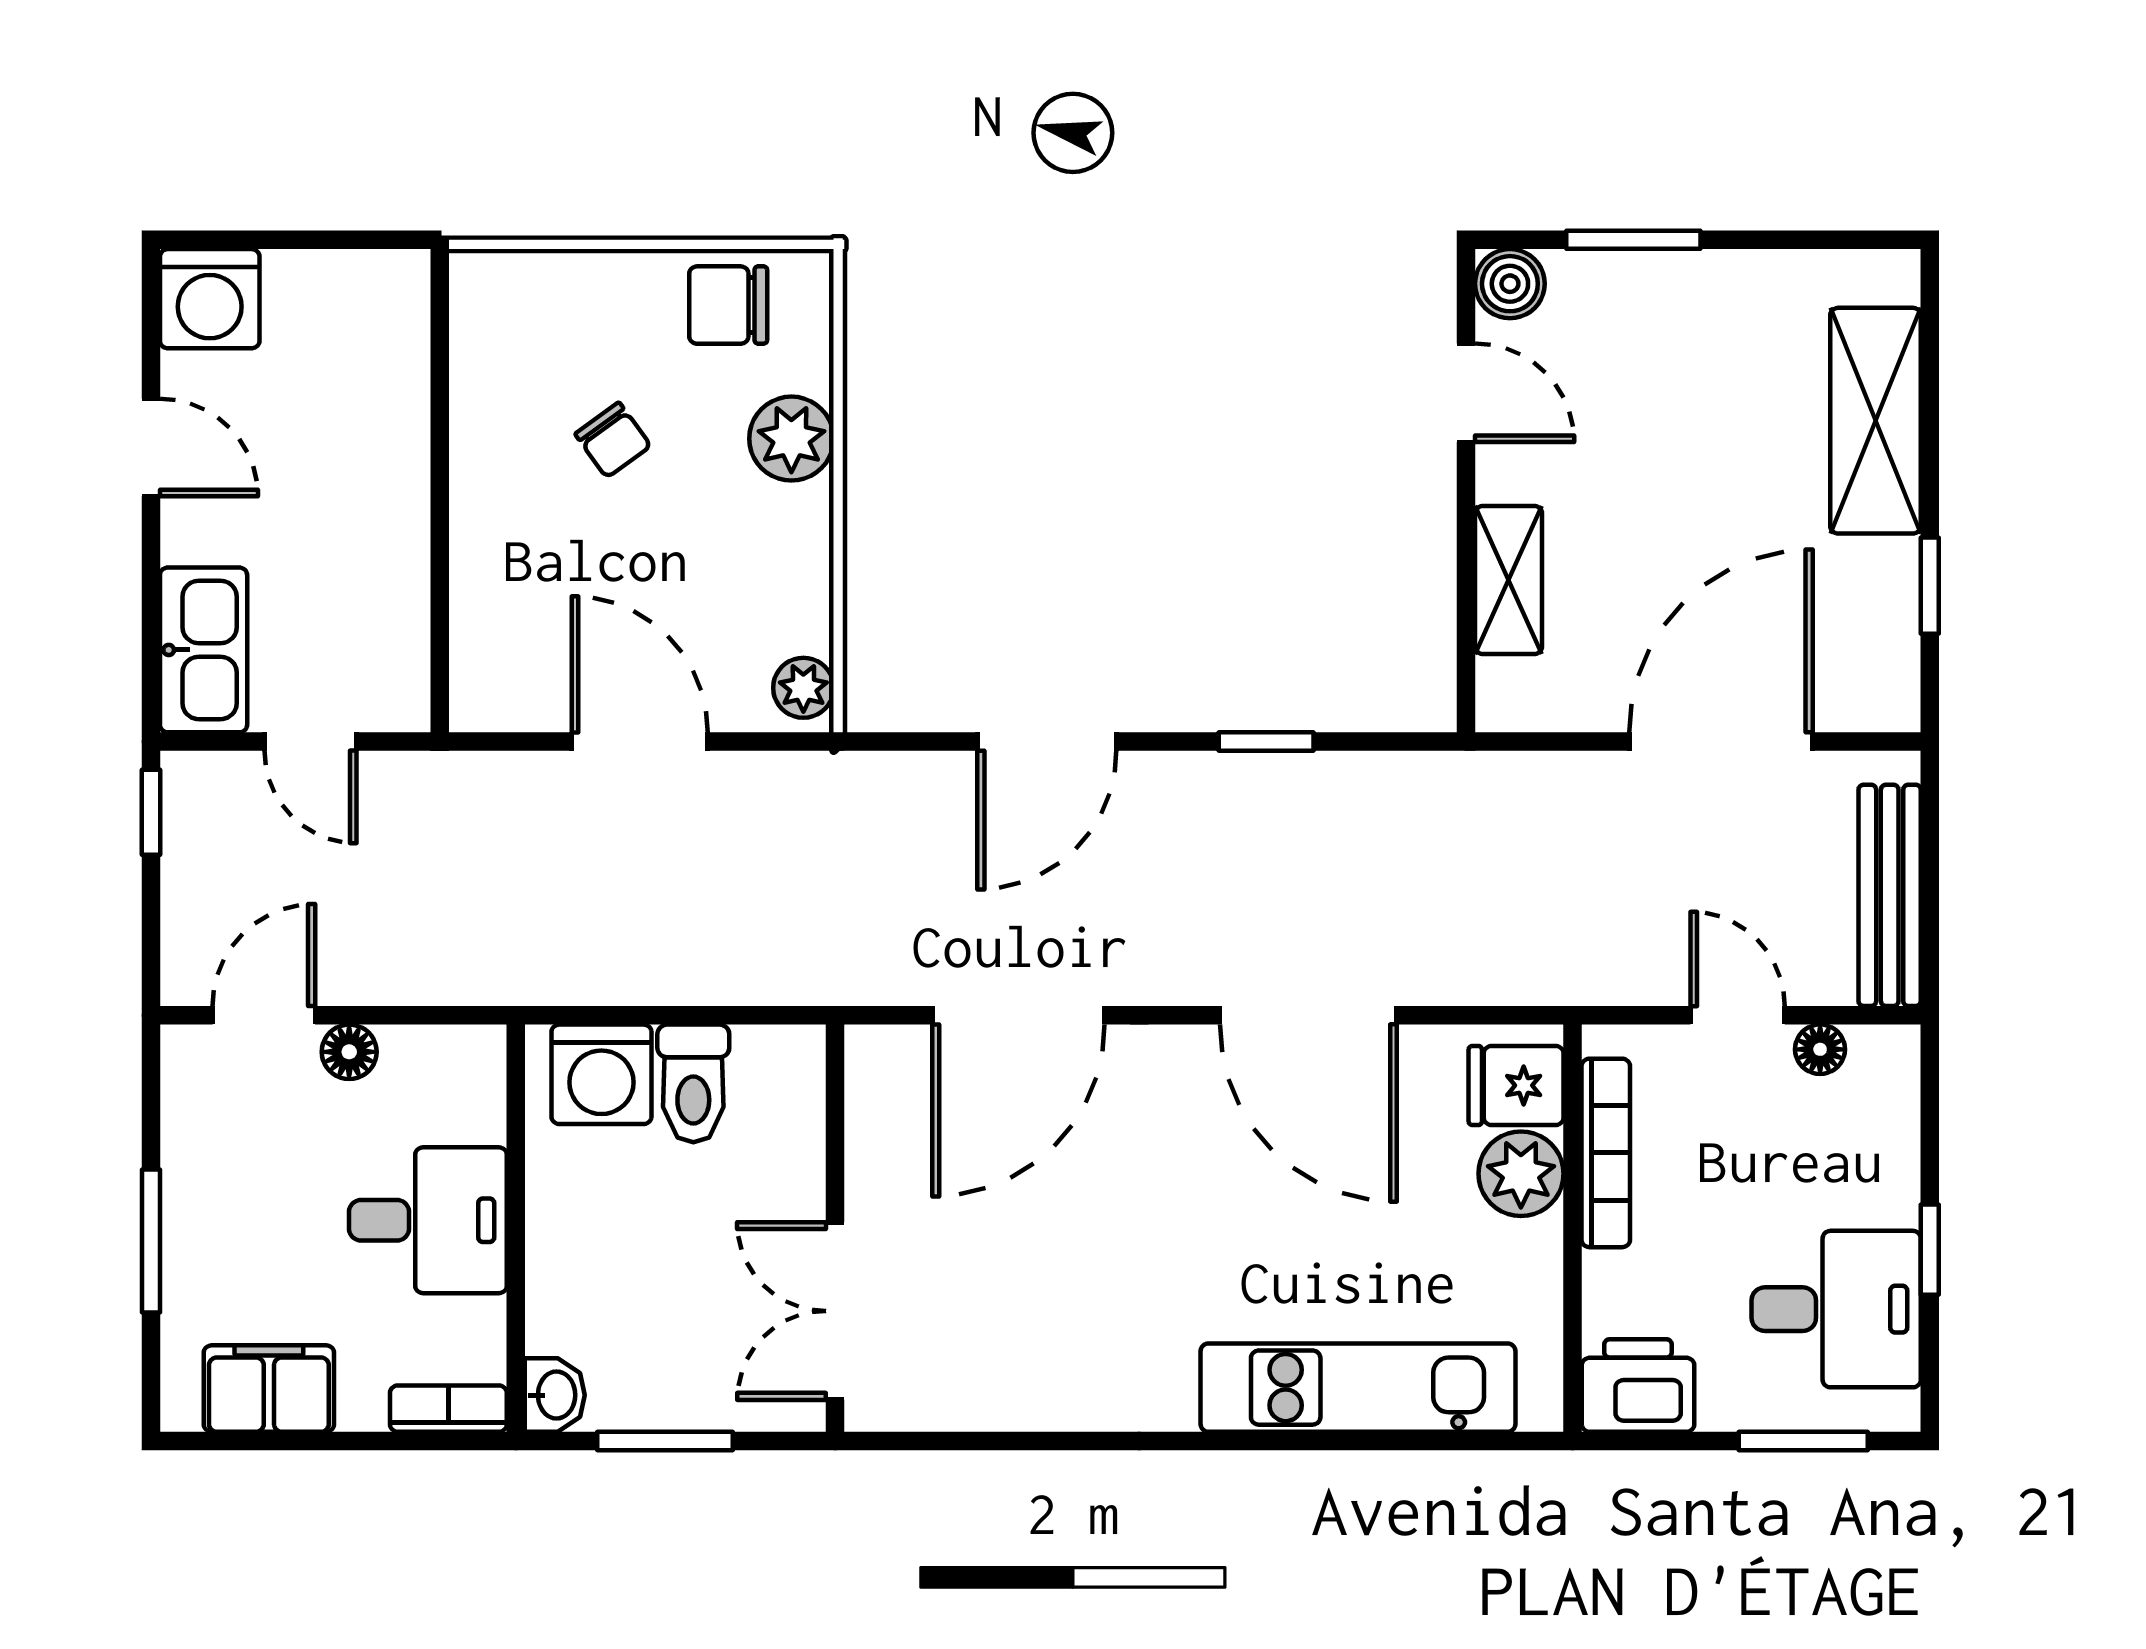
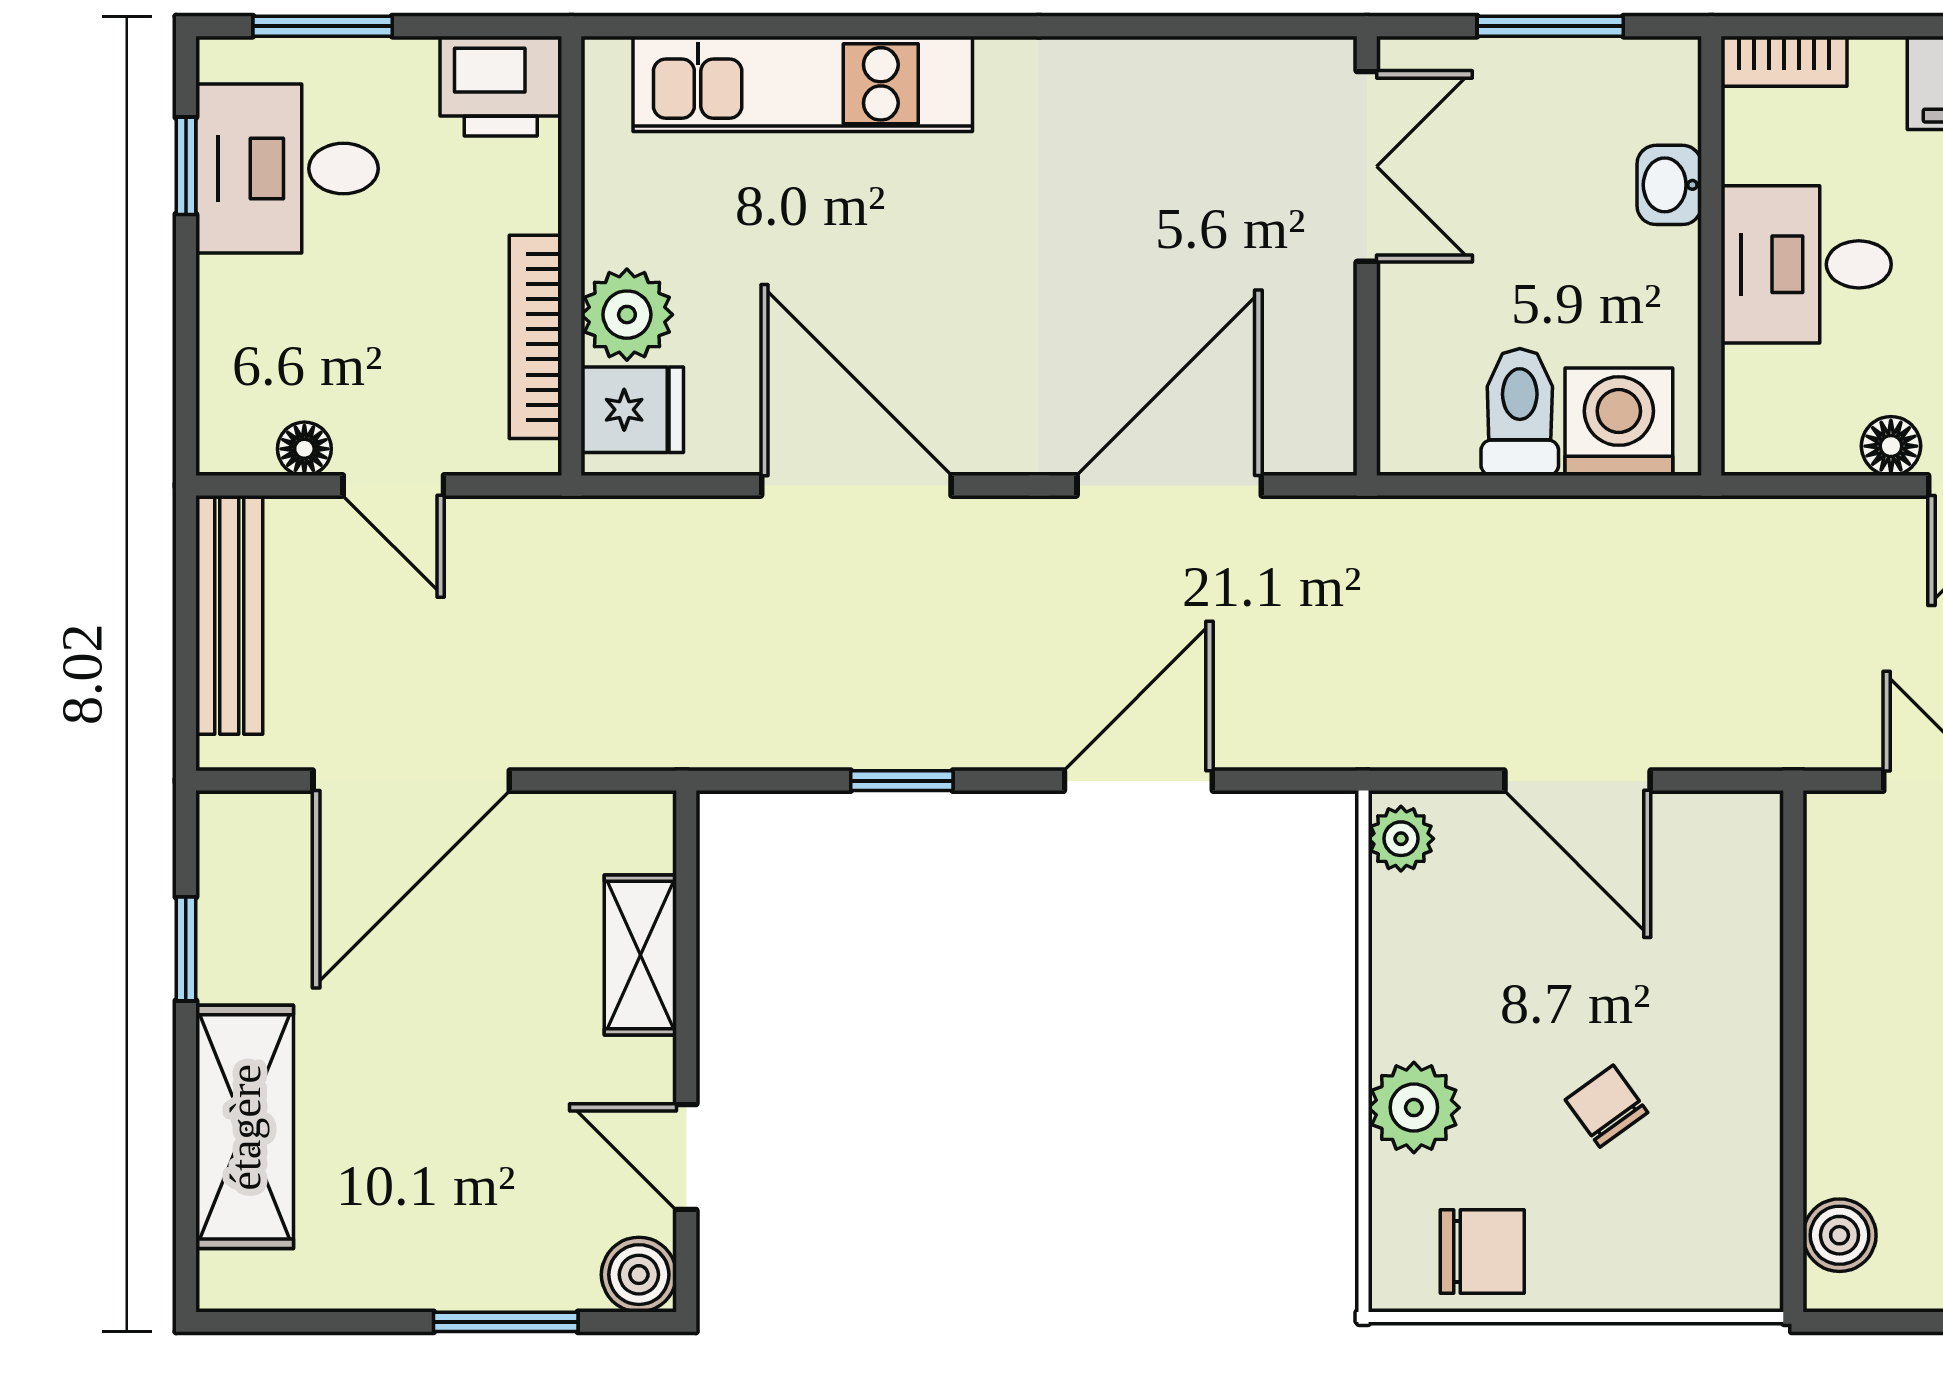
boiler: (397, 320) -> (1840, 1235), added
window: (1930, 1250) -> (186, 166), moved
washbasin: (555, 1395) -> (1669, 185), moved

